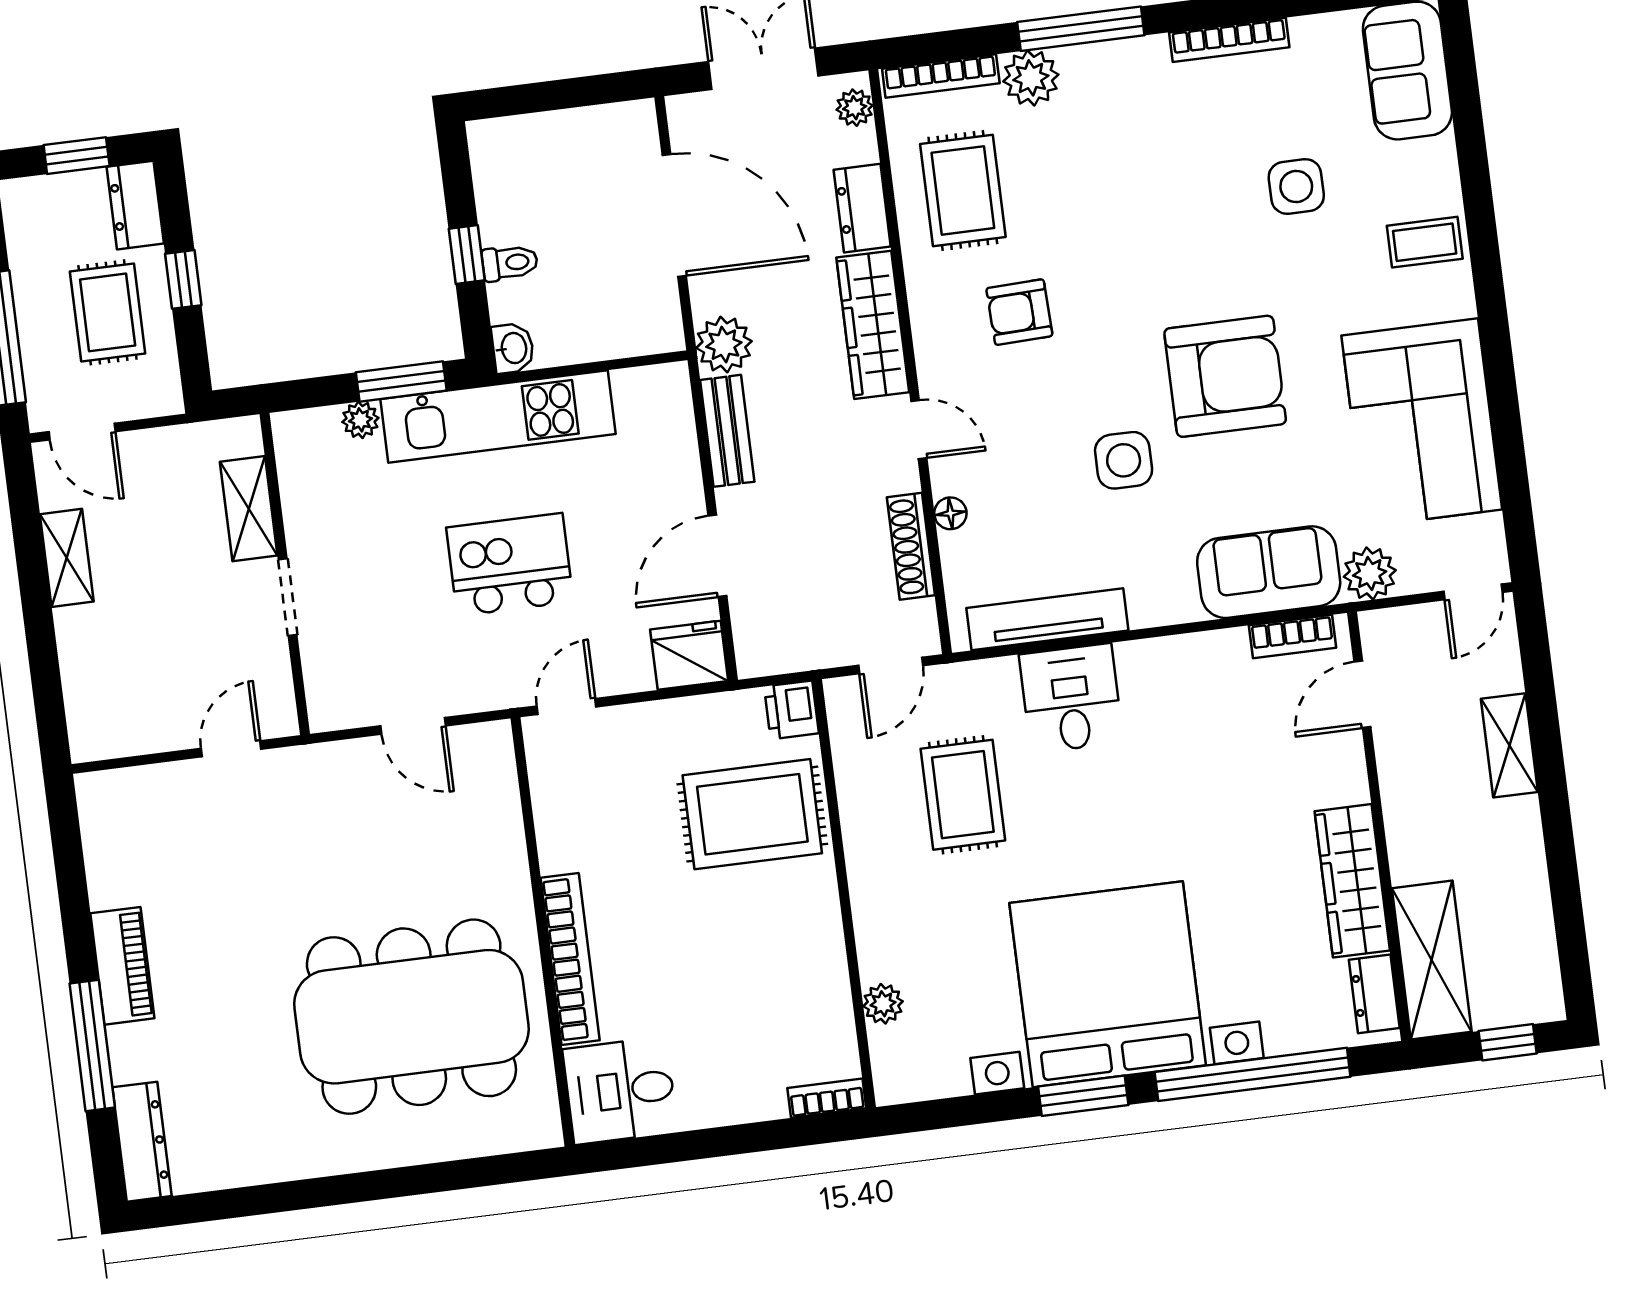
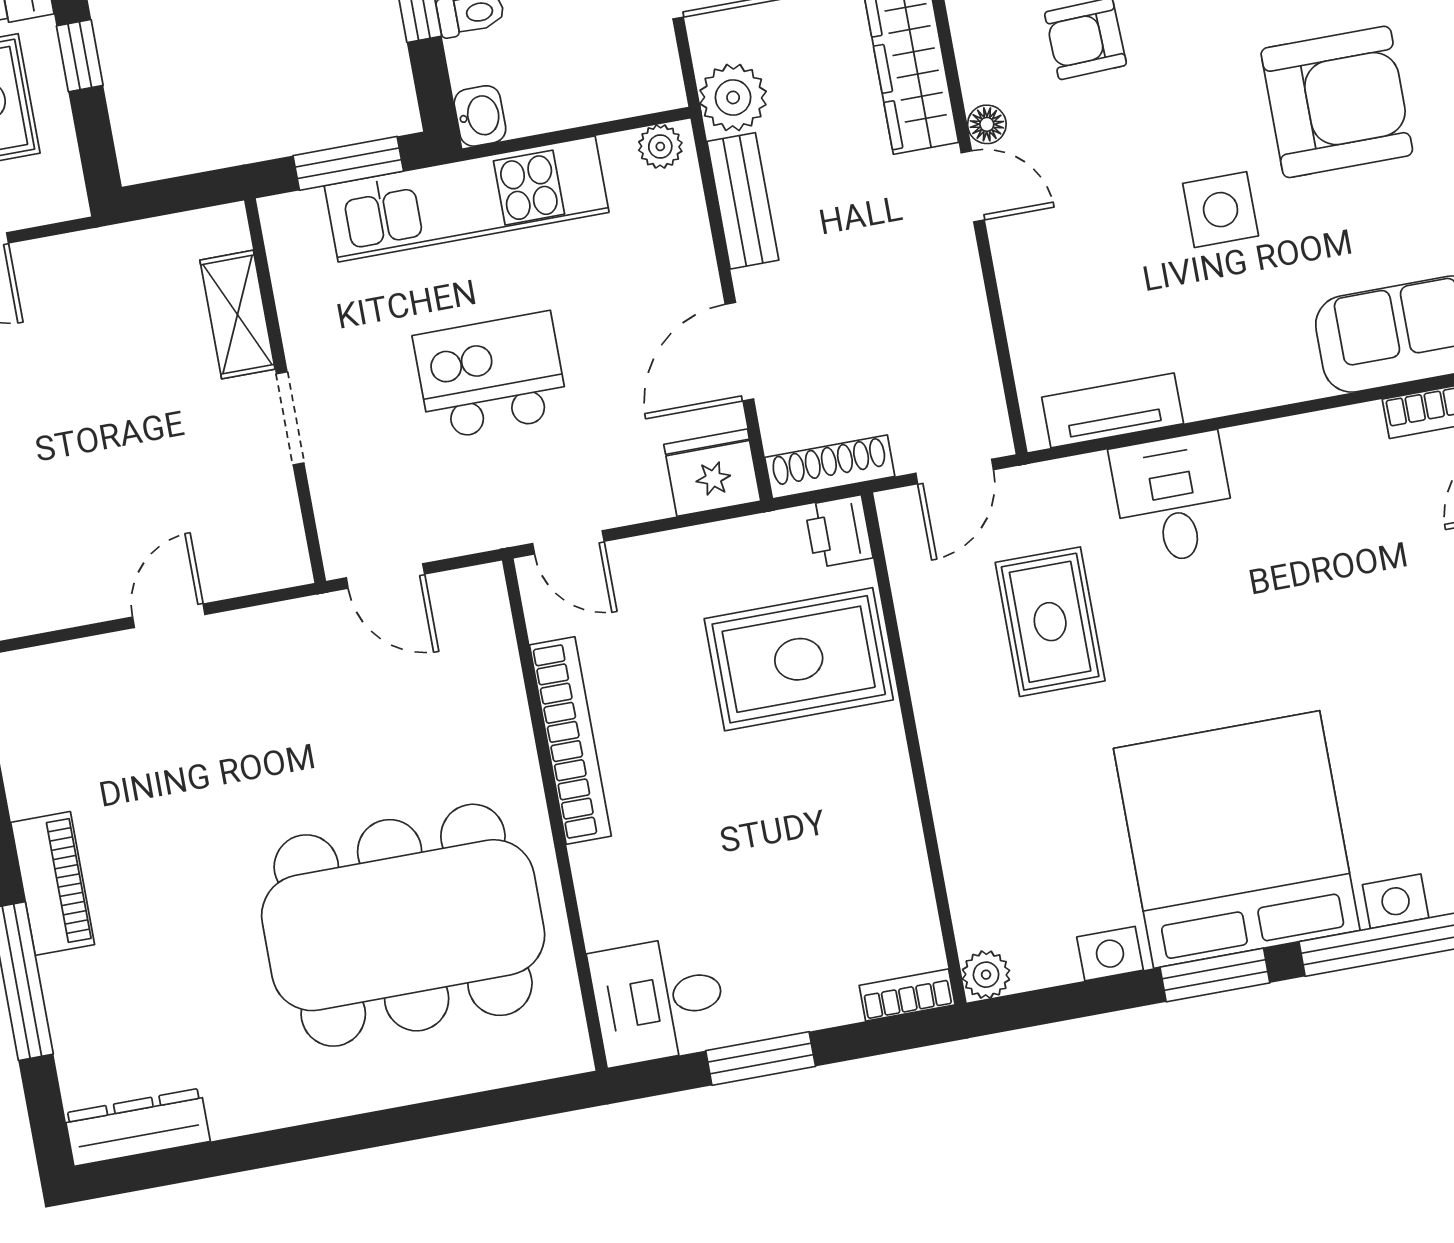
plant: (360, 420) -> (660, 146), moved
shelving: (249, 509) -> (237, 315), moved
floor lamp: (950, 513) -> (987, 124), moved
shoe rack: (911, 546) -> (830, 467), moved, turned 90
wall: (285, 574) -> (285, 391), moved
doorway: (288, 597) -> (290, 418), moved
tv unit: (1047, 619) -> (1113, 410), width x0.71
door: (566, 706) -> (568, 542), swing flipped
bookcase: (570, 959) -> (570, 741), moved
plant: (883, 1004) -> (986, 975), moved
dresser: (142, 1142) -> (137, 1127), moved, turned -90
window: (702, 1144) -> (761, 1058), added

